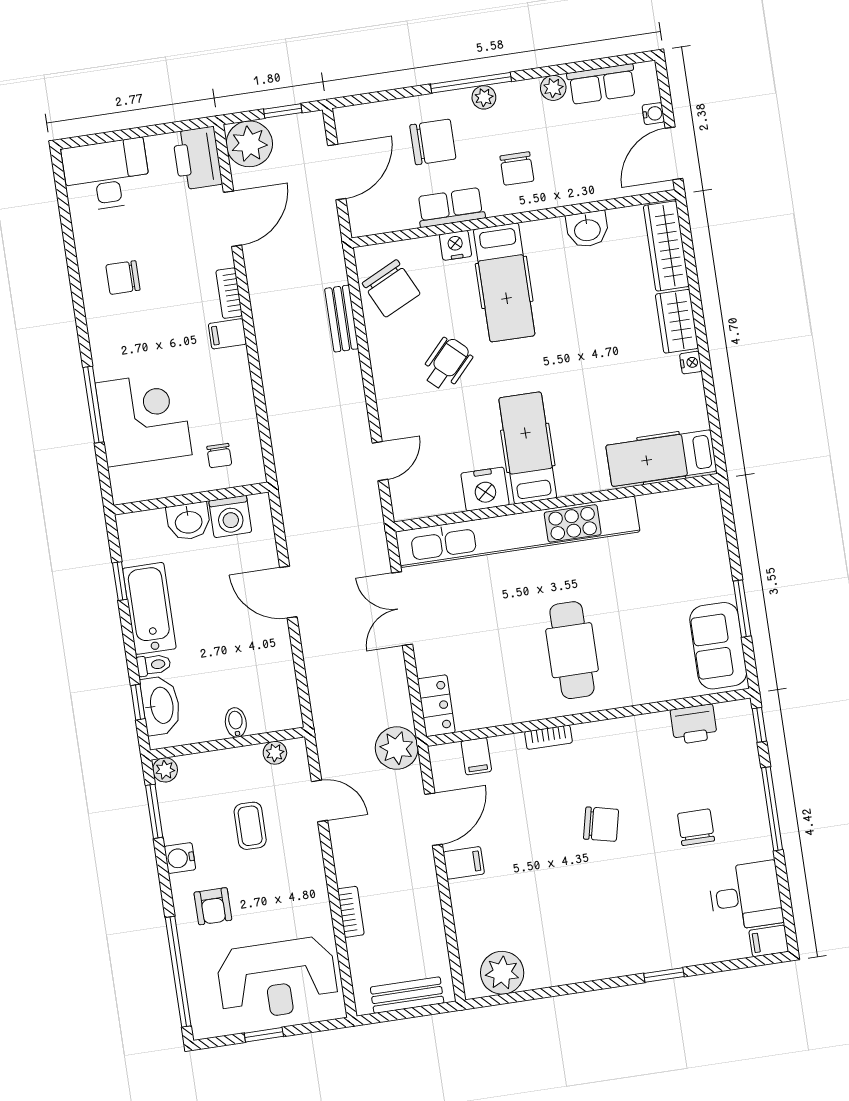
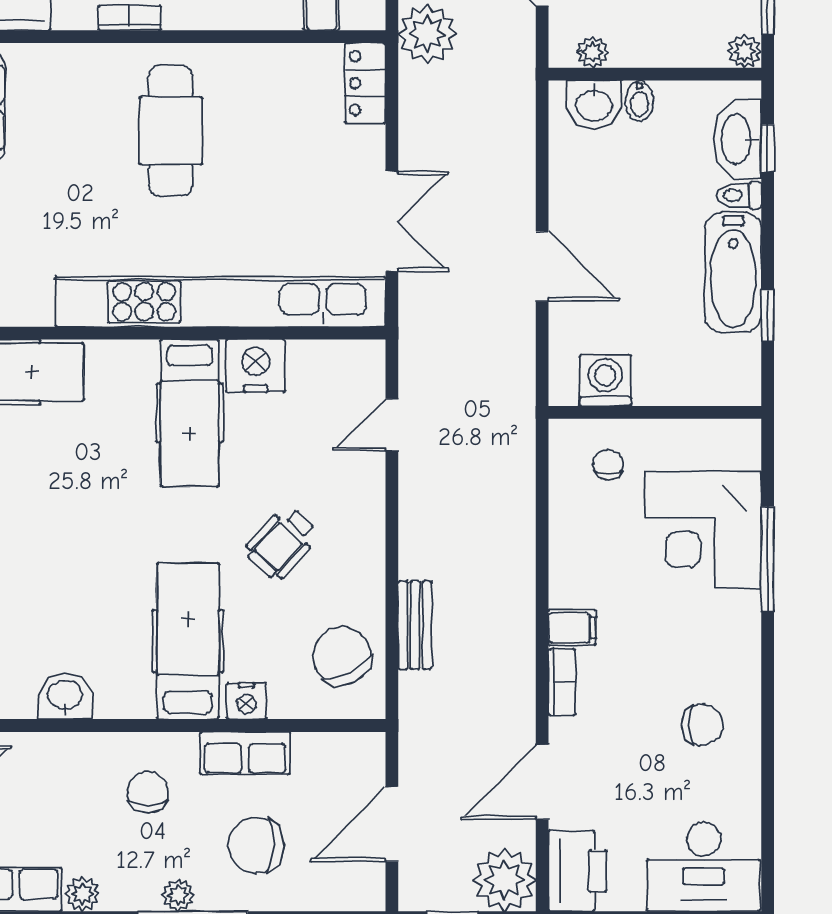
washbasin: (189, 521) -> (594, 104), moved, turned 180
bookcase: (548, 737) -> (130, 18), moved

